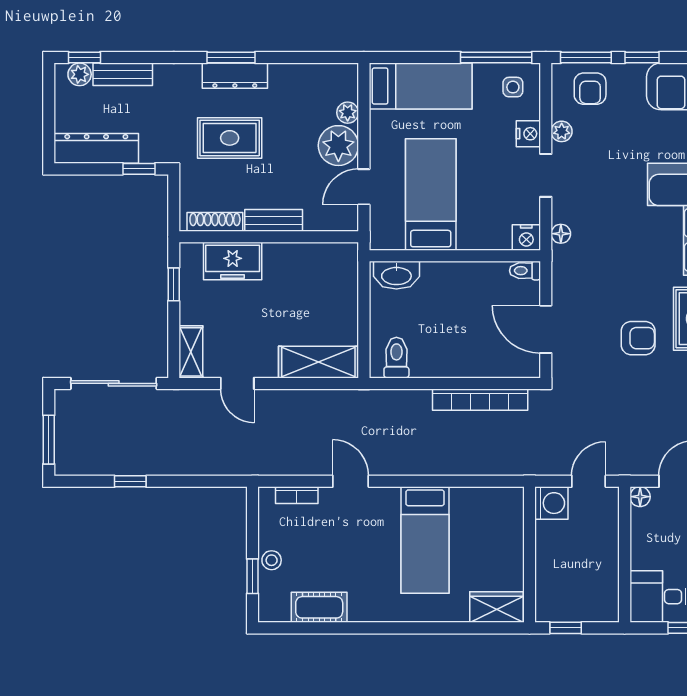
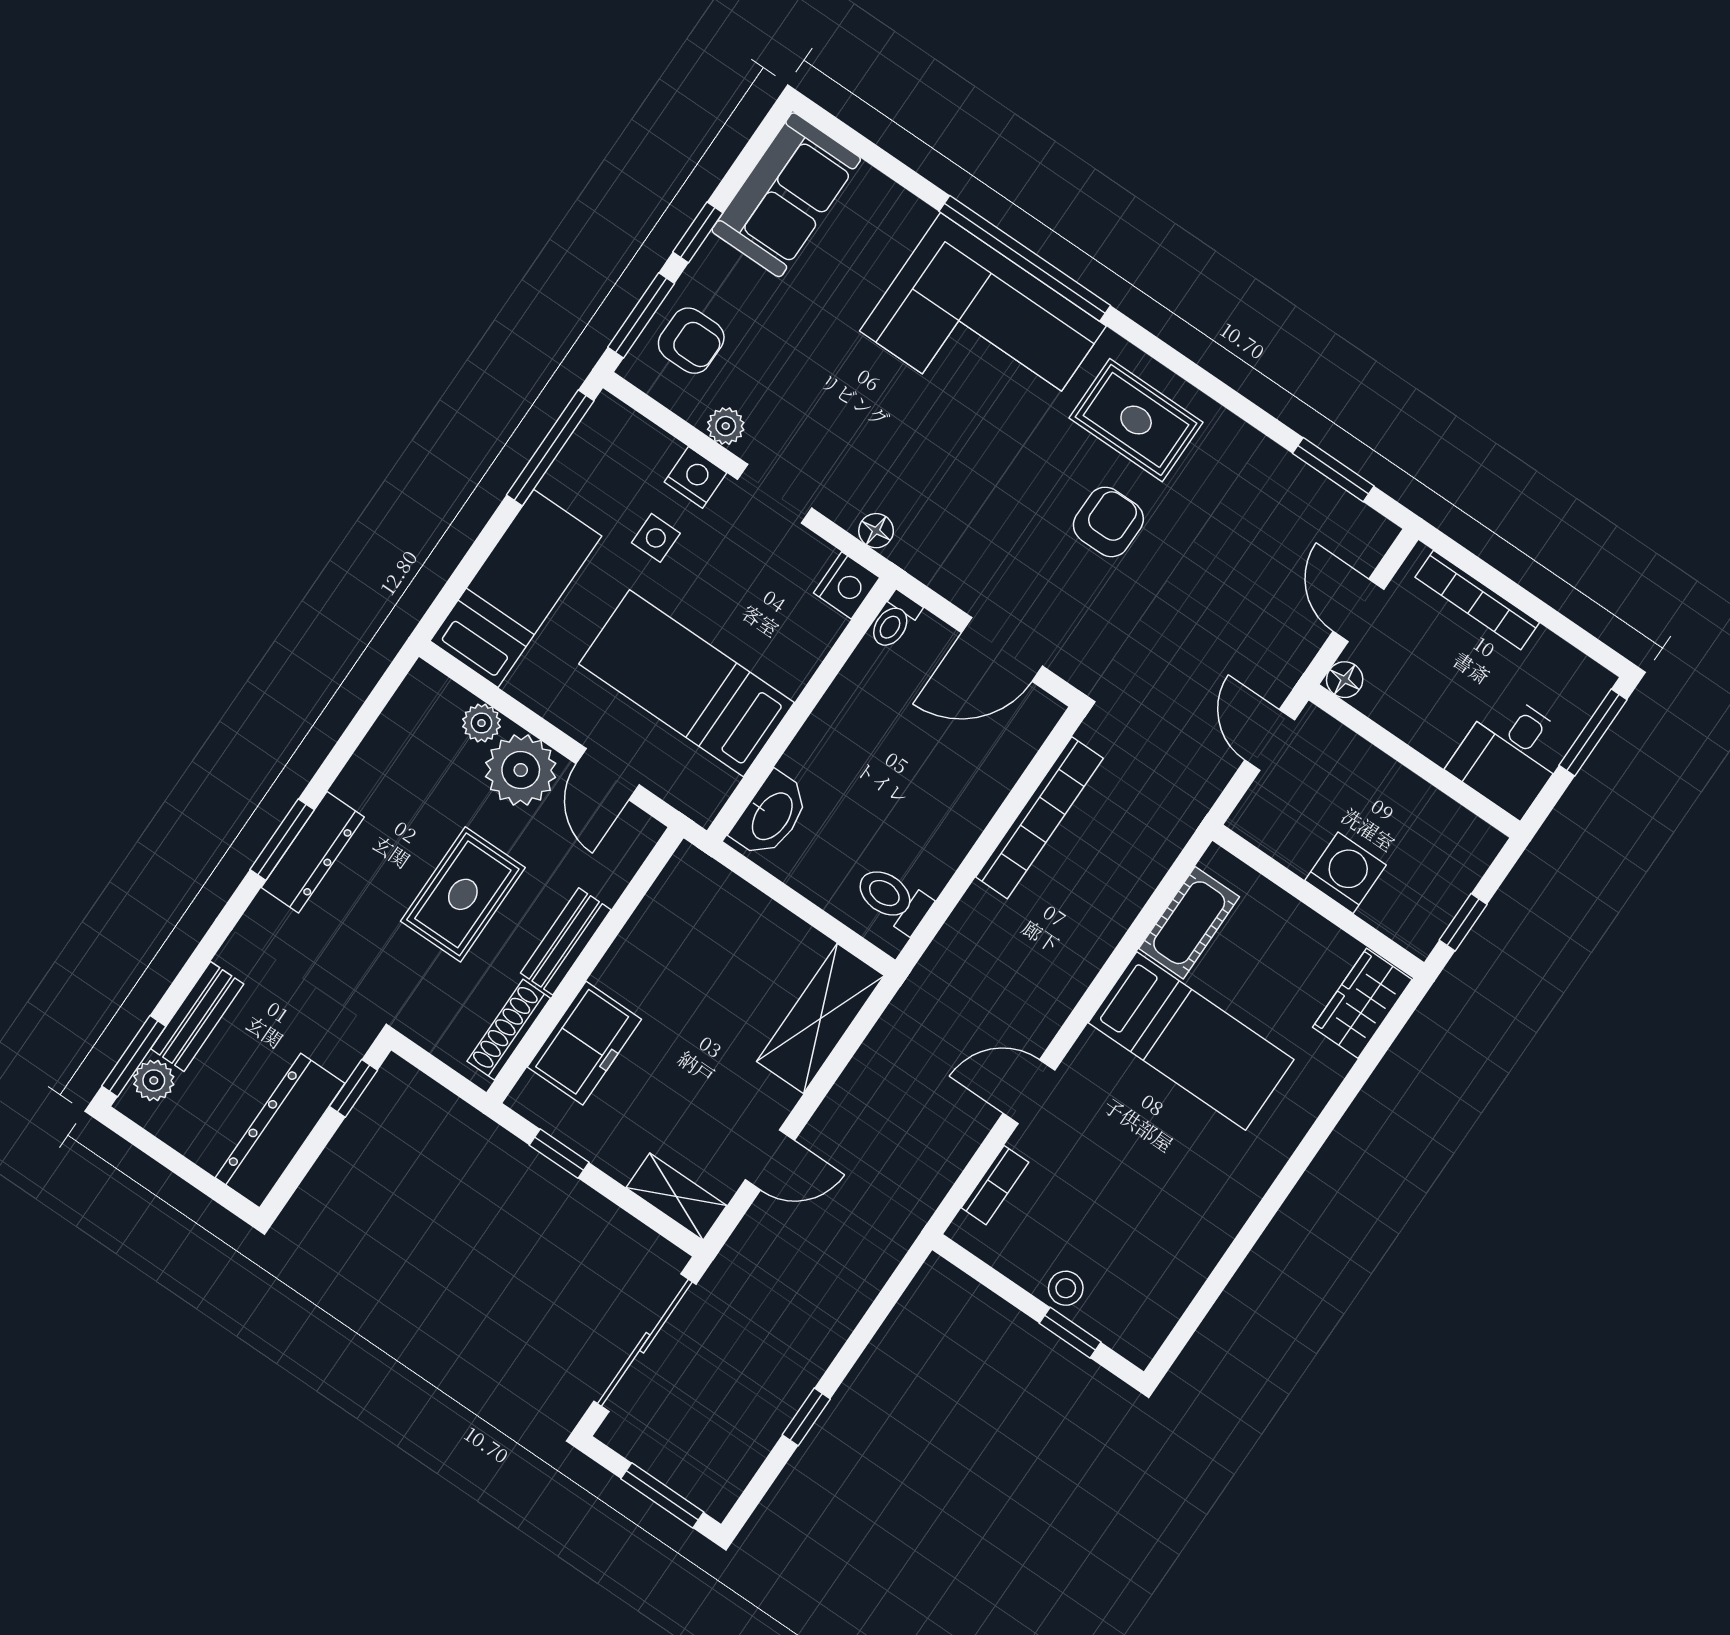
window: (84, 57) -> (134, 1056), width x1.50
side table: (513, 87) -> (656, 538), moved
rug: (230, 138) -> (463, 894), moved
washing machine: (551, 503) -> (1346, 873), moved
cot: (319, 607) -> (1189, 923), moved

